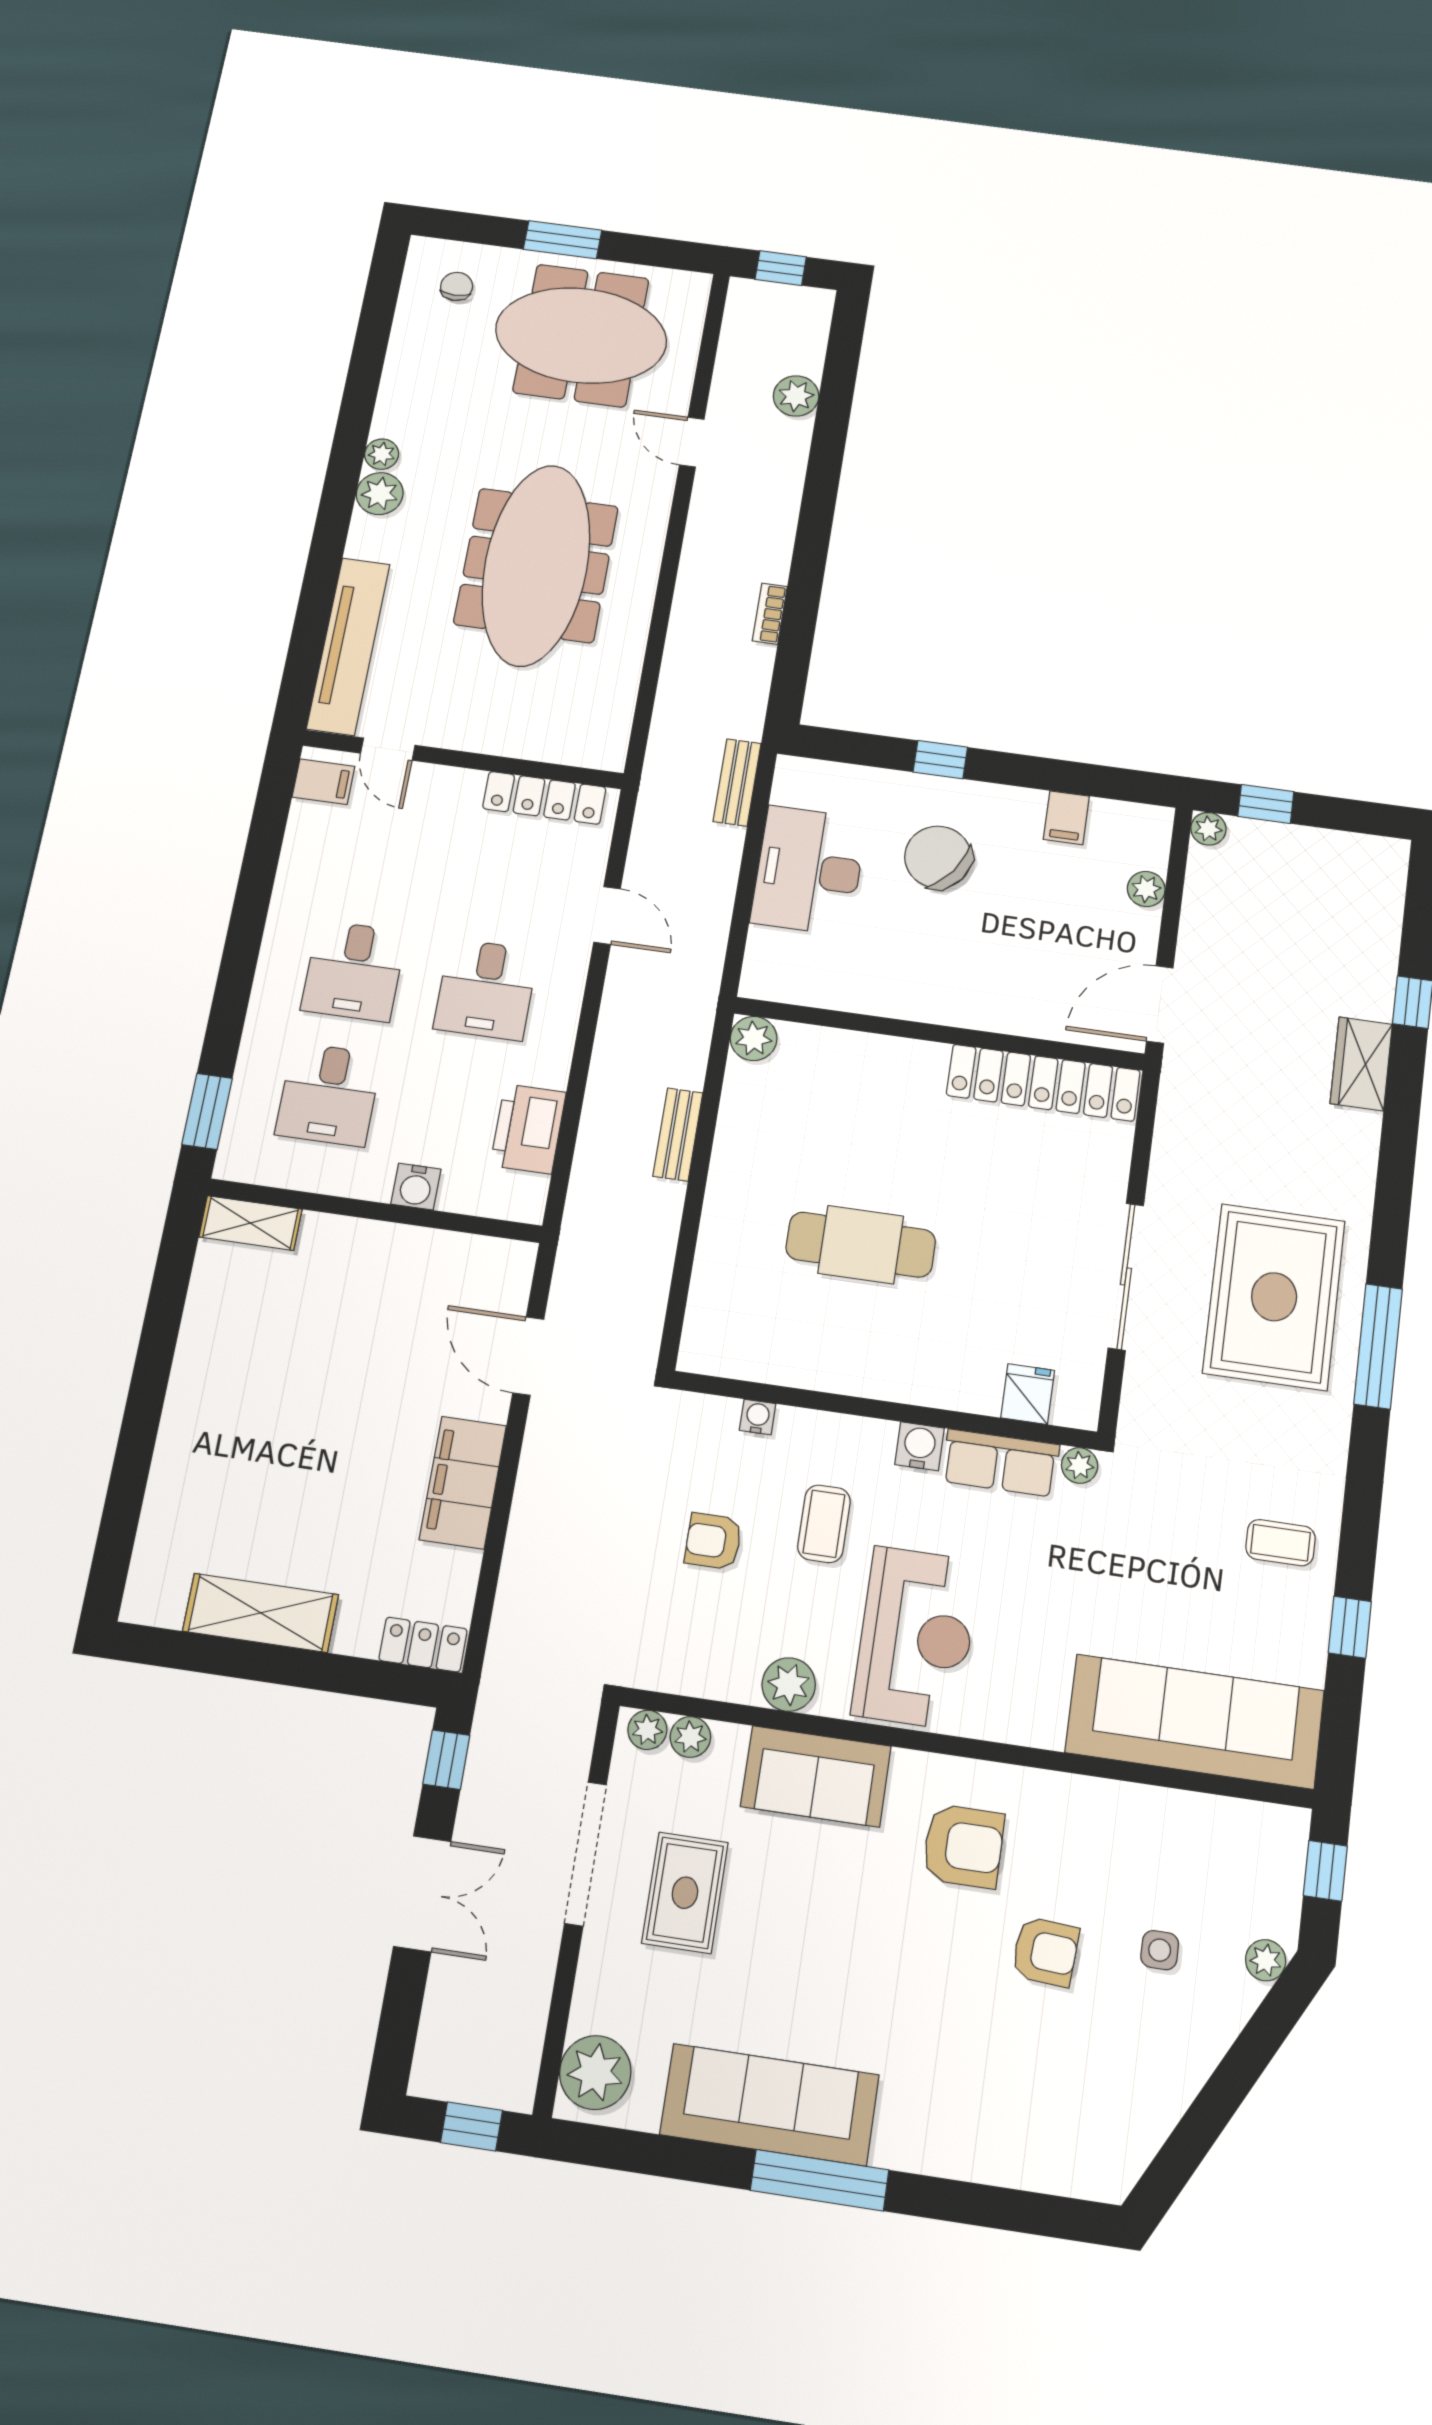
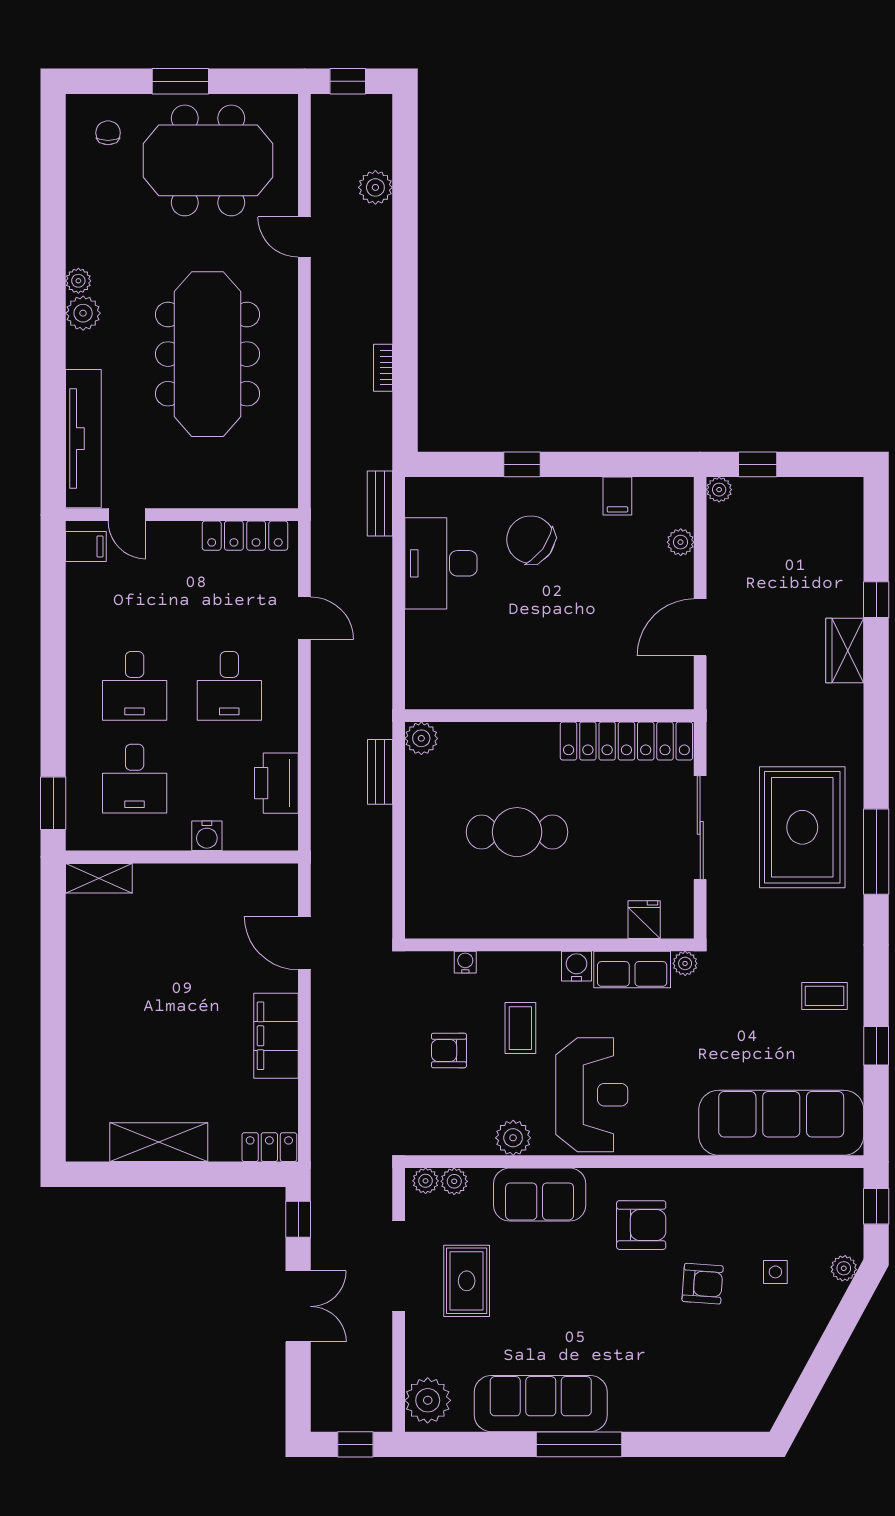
wall: (939, 1034) -> (549, 716), moved
plant: (754, 1038) -> (421, 738), moved
locker: (1043, 1083) -> (626, 741), moved

